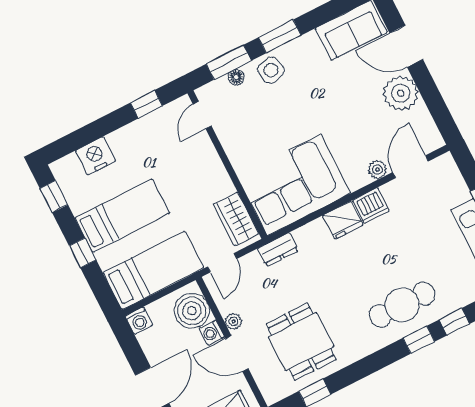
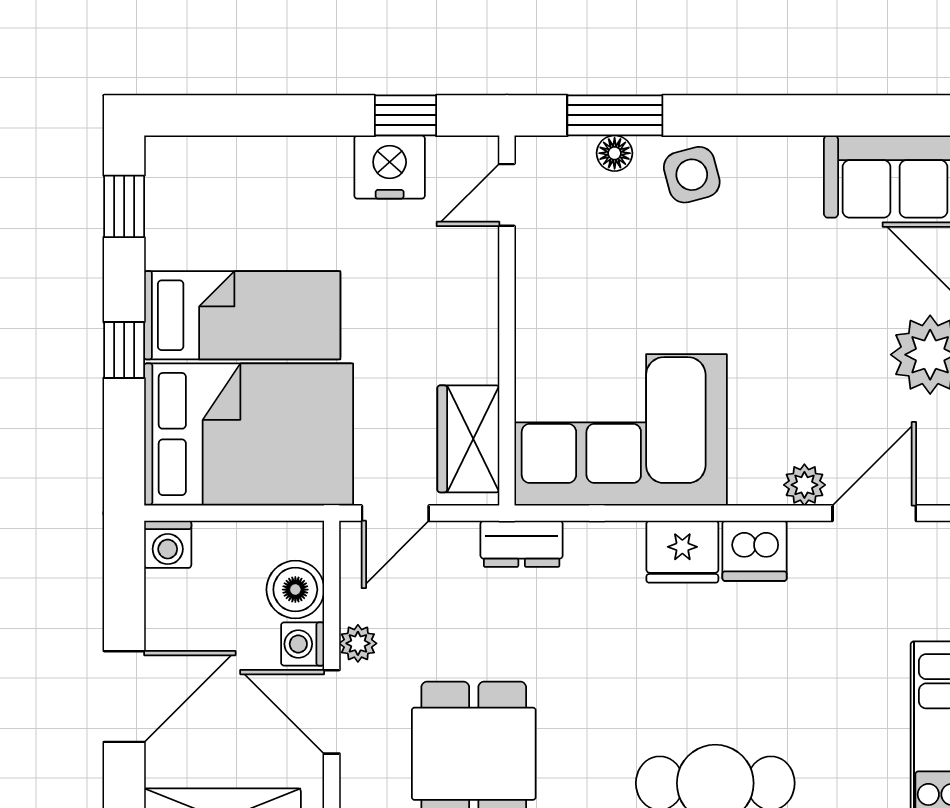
window: (280, 36) -> (744, 115), removed
nightstand: (95, 156) -> (390, 167), moved
bed: (153, 270) -> (249, 434), width x1.50
boiler: (192, 311) -> (295, 590), width x0.73, depth x0.73

